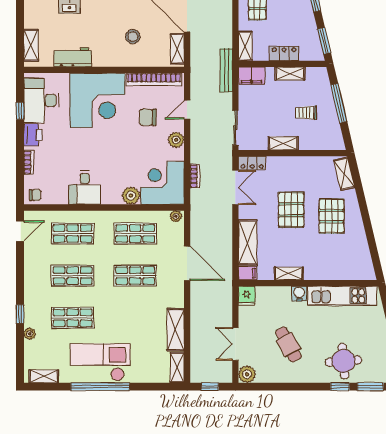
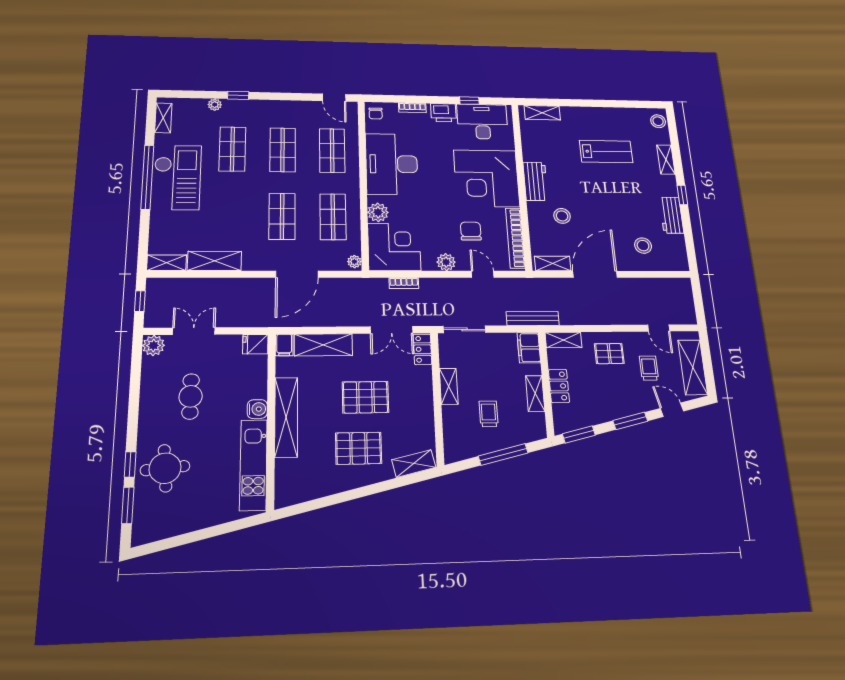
workbench: (73, 57) -> (535, 181), moved
desk: (85, 188) -> (392, 164), width x1.87, depth x1.30
shelving: (289, 274) -> (286, 417), width x2.20, depth x1.33
cafe table: (288, 344) -> (191, 396), turned -62

